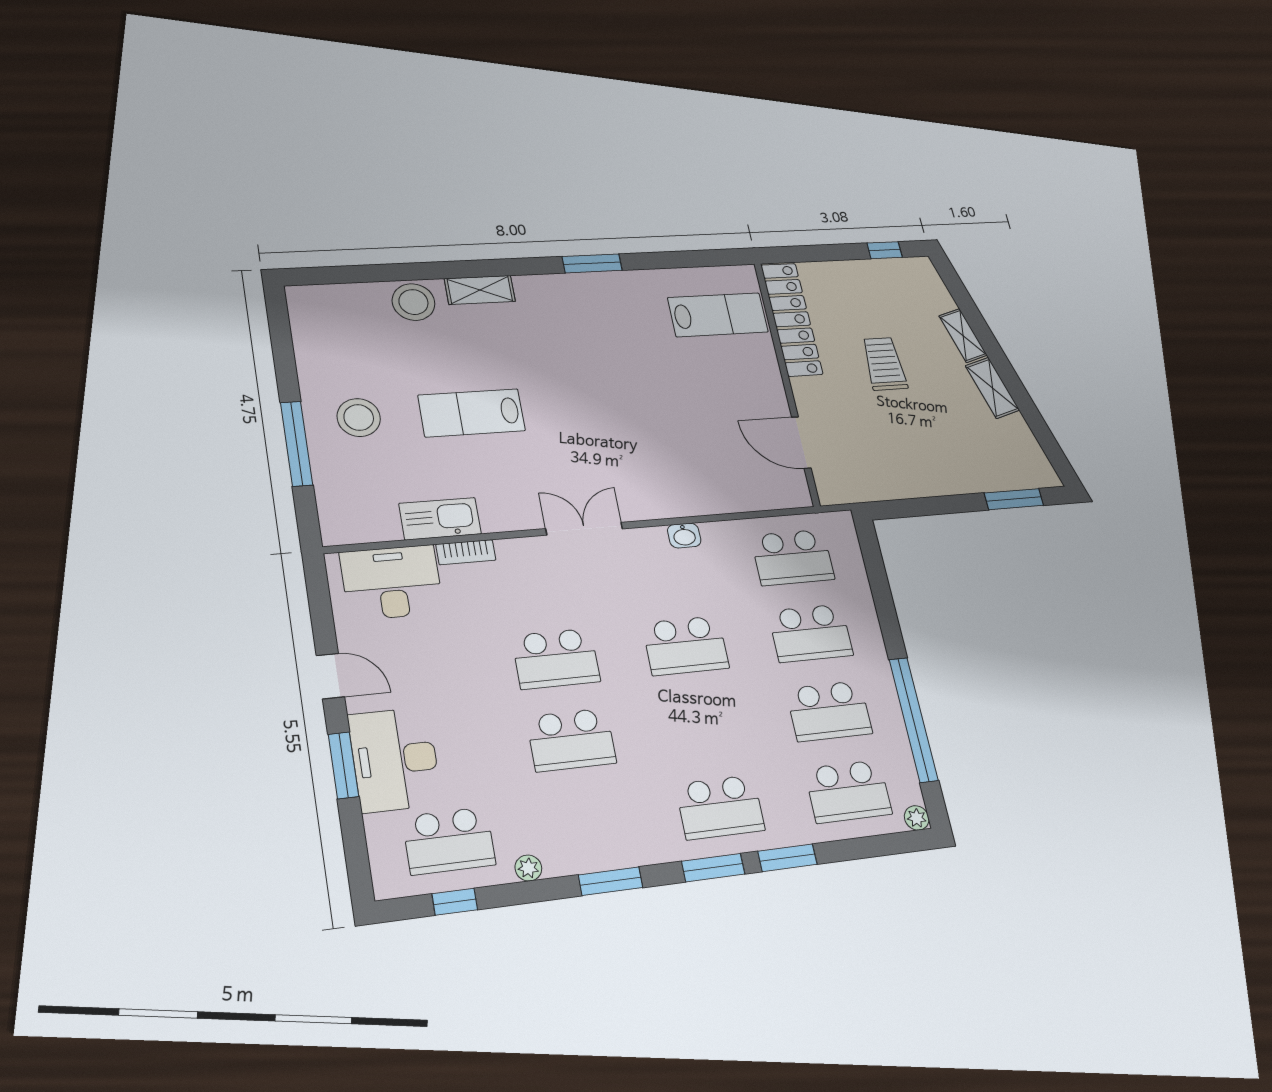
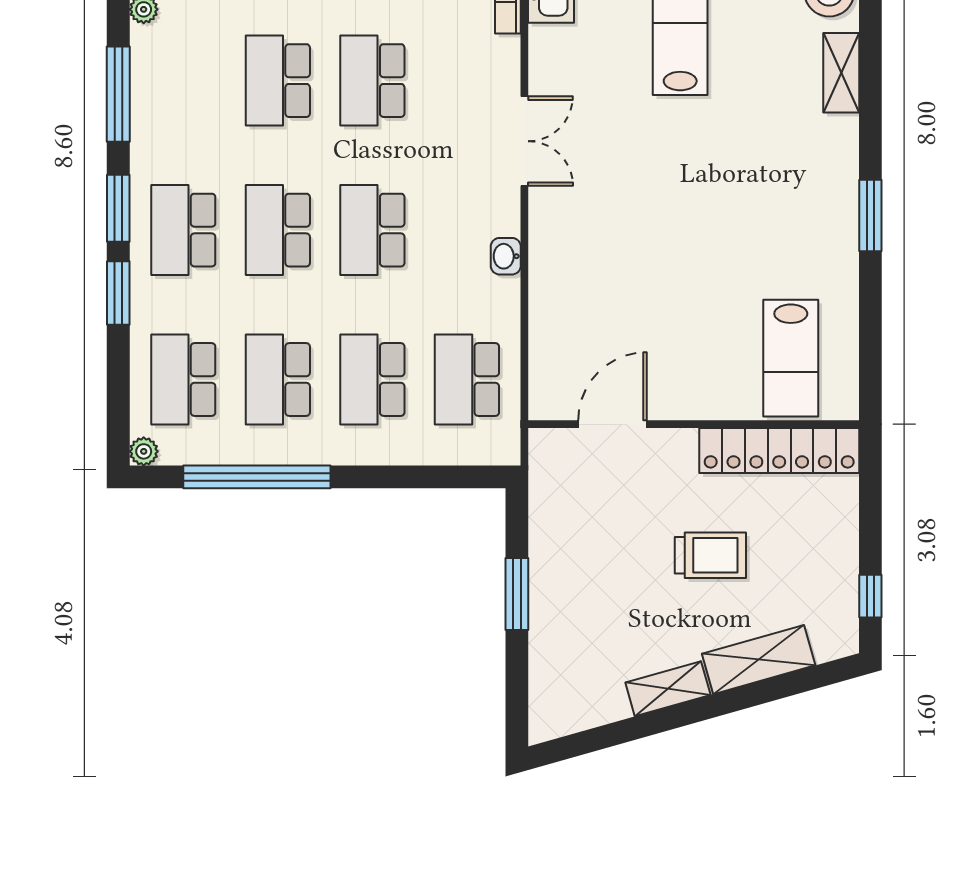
shelving: (963, 336) -> (759, 660), width x1.50, depth x1.33
window: (1014, 499) -> (517, 594), moved
school desk: (703, 725) -> (278, 230), added
window: (611, 881) -> (118, 94), width x1.44

